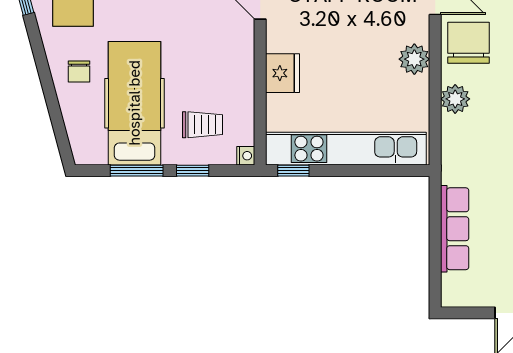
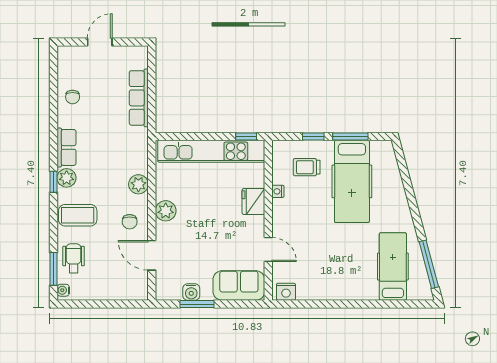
chair: (468, 43) -> (130, 222), width x0.54, depth x0.54
chair: (79, 72) -> (389, 203), removed
nightstand: (246, 156) -> (278, 191), moved

